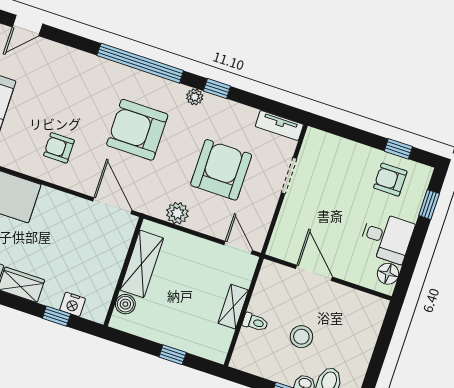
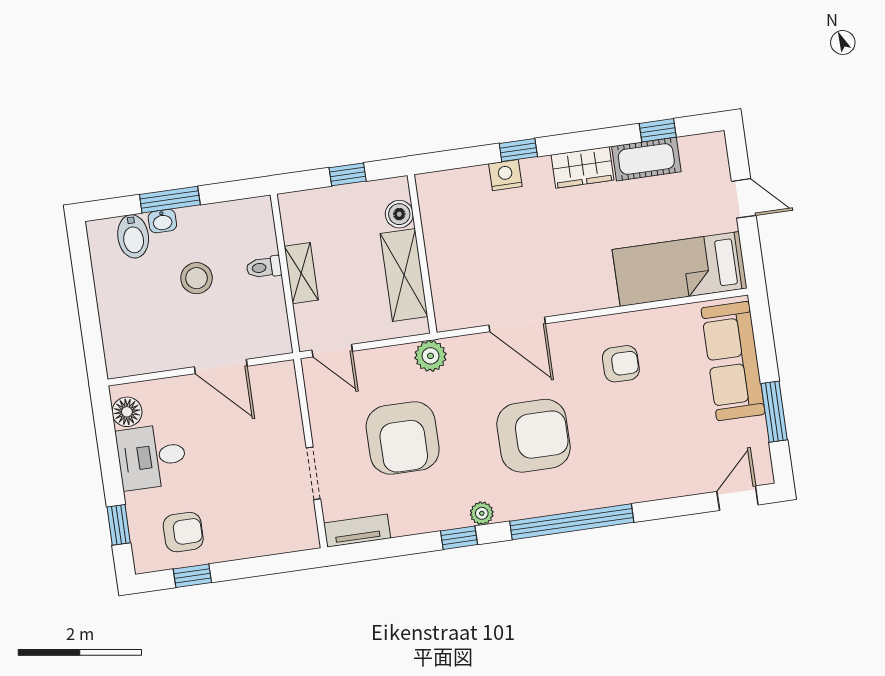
shelving: (142, 264) -> (404, 275), moved
wall: (123, 272) -> (422, 254), moved
boiler: (125, 304) -> (399, 214), moved

